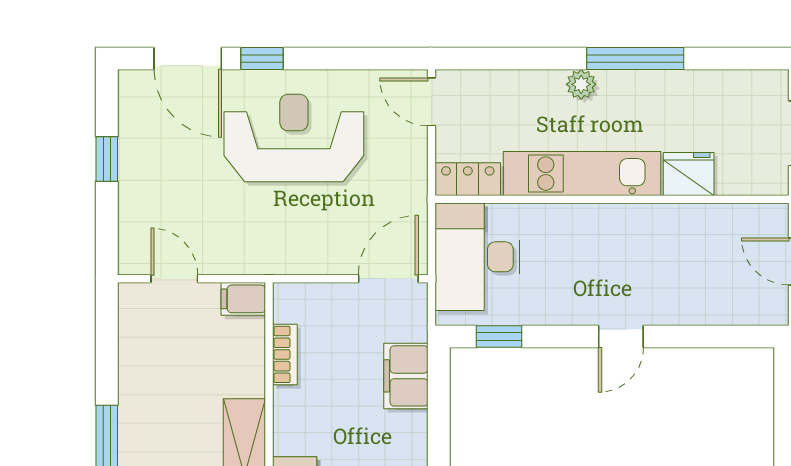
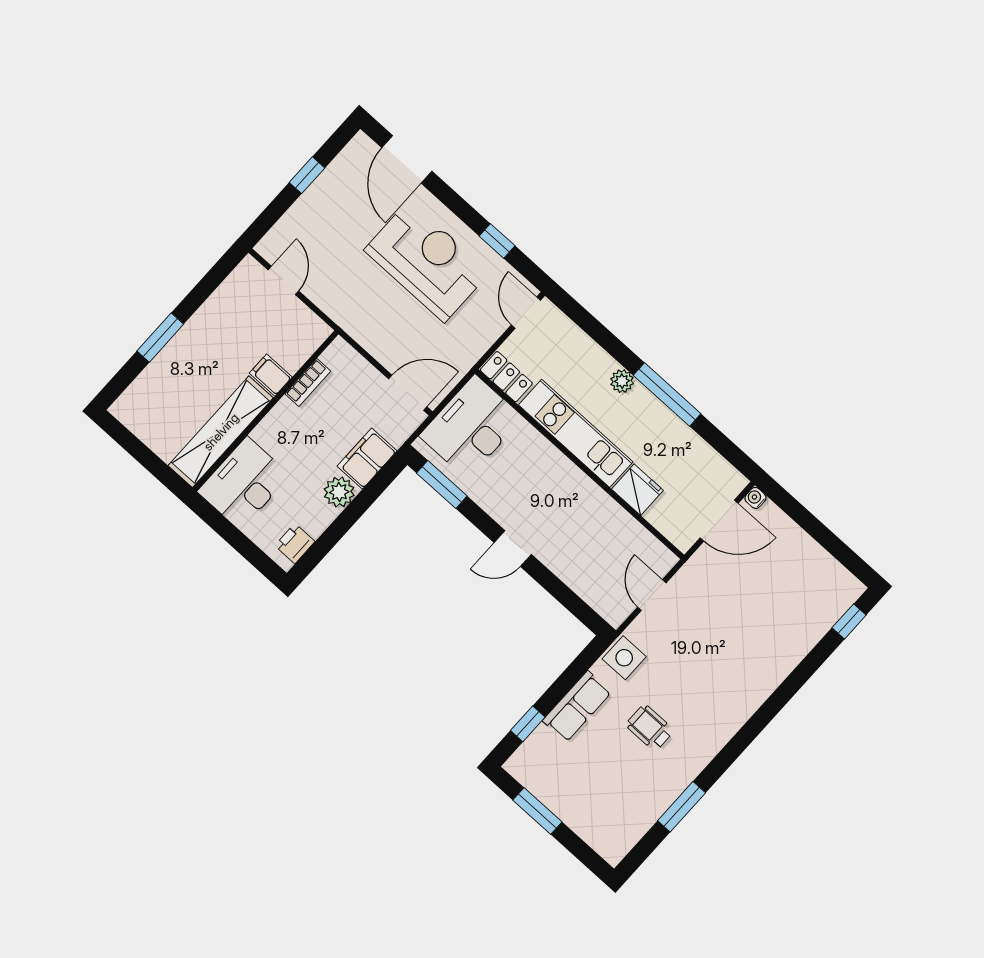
window: (262, 59) -> (497, 241), moved
filing cabinet: (243, 299) -> (271, 375), moved
window: (499, 336) -> (442, 484), width x1.50
plant: (408, 431) -> (339, 492), added

